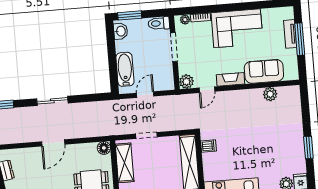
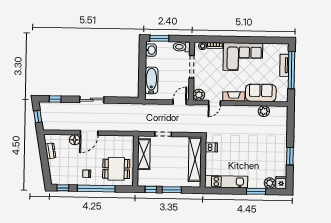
window: (300, 39) -> (291, 70), width x1.46
door: (145, 95) -> (180, 102), moved
floor lamp: (104, 148) -> (75, 140), moved

